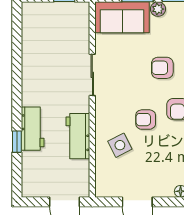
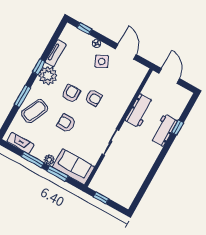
armchair: (162, 68) -> (66, 123), turned 180
side table: (120, 145) -> (102, 61), moved

